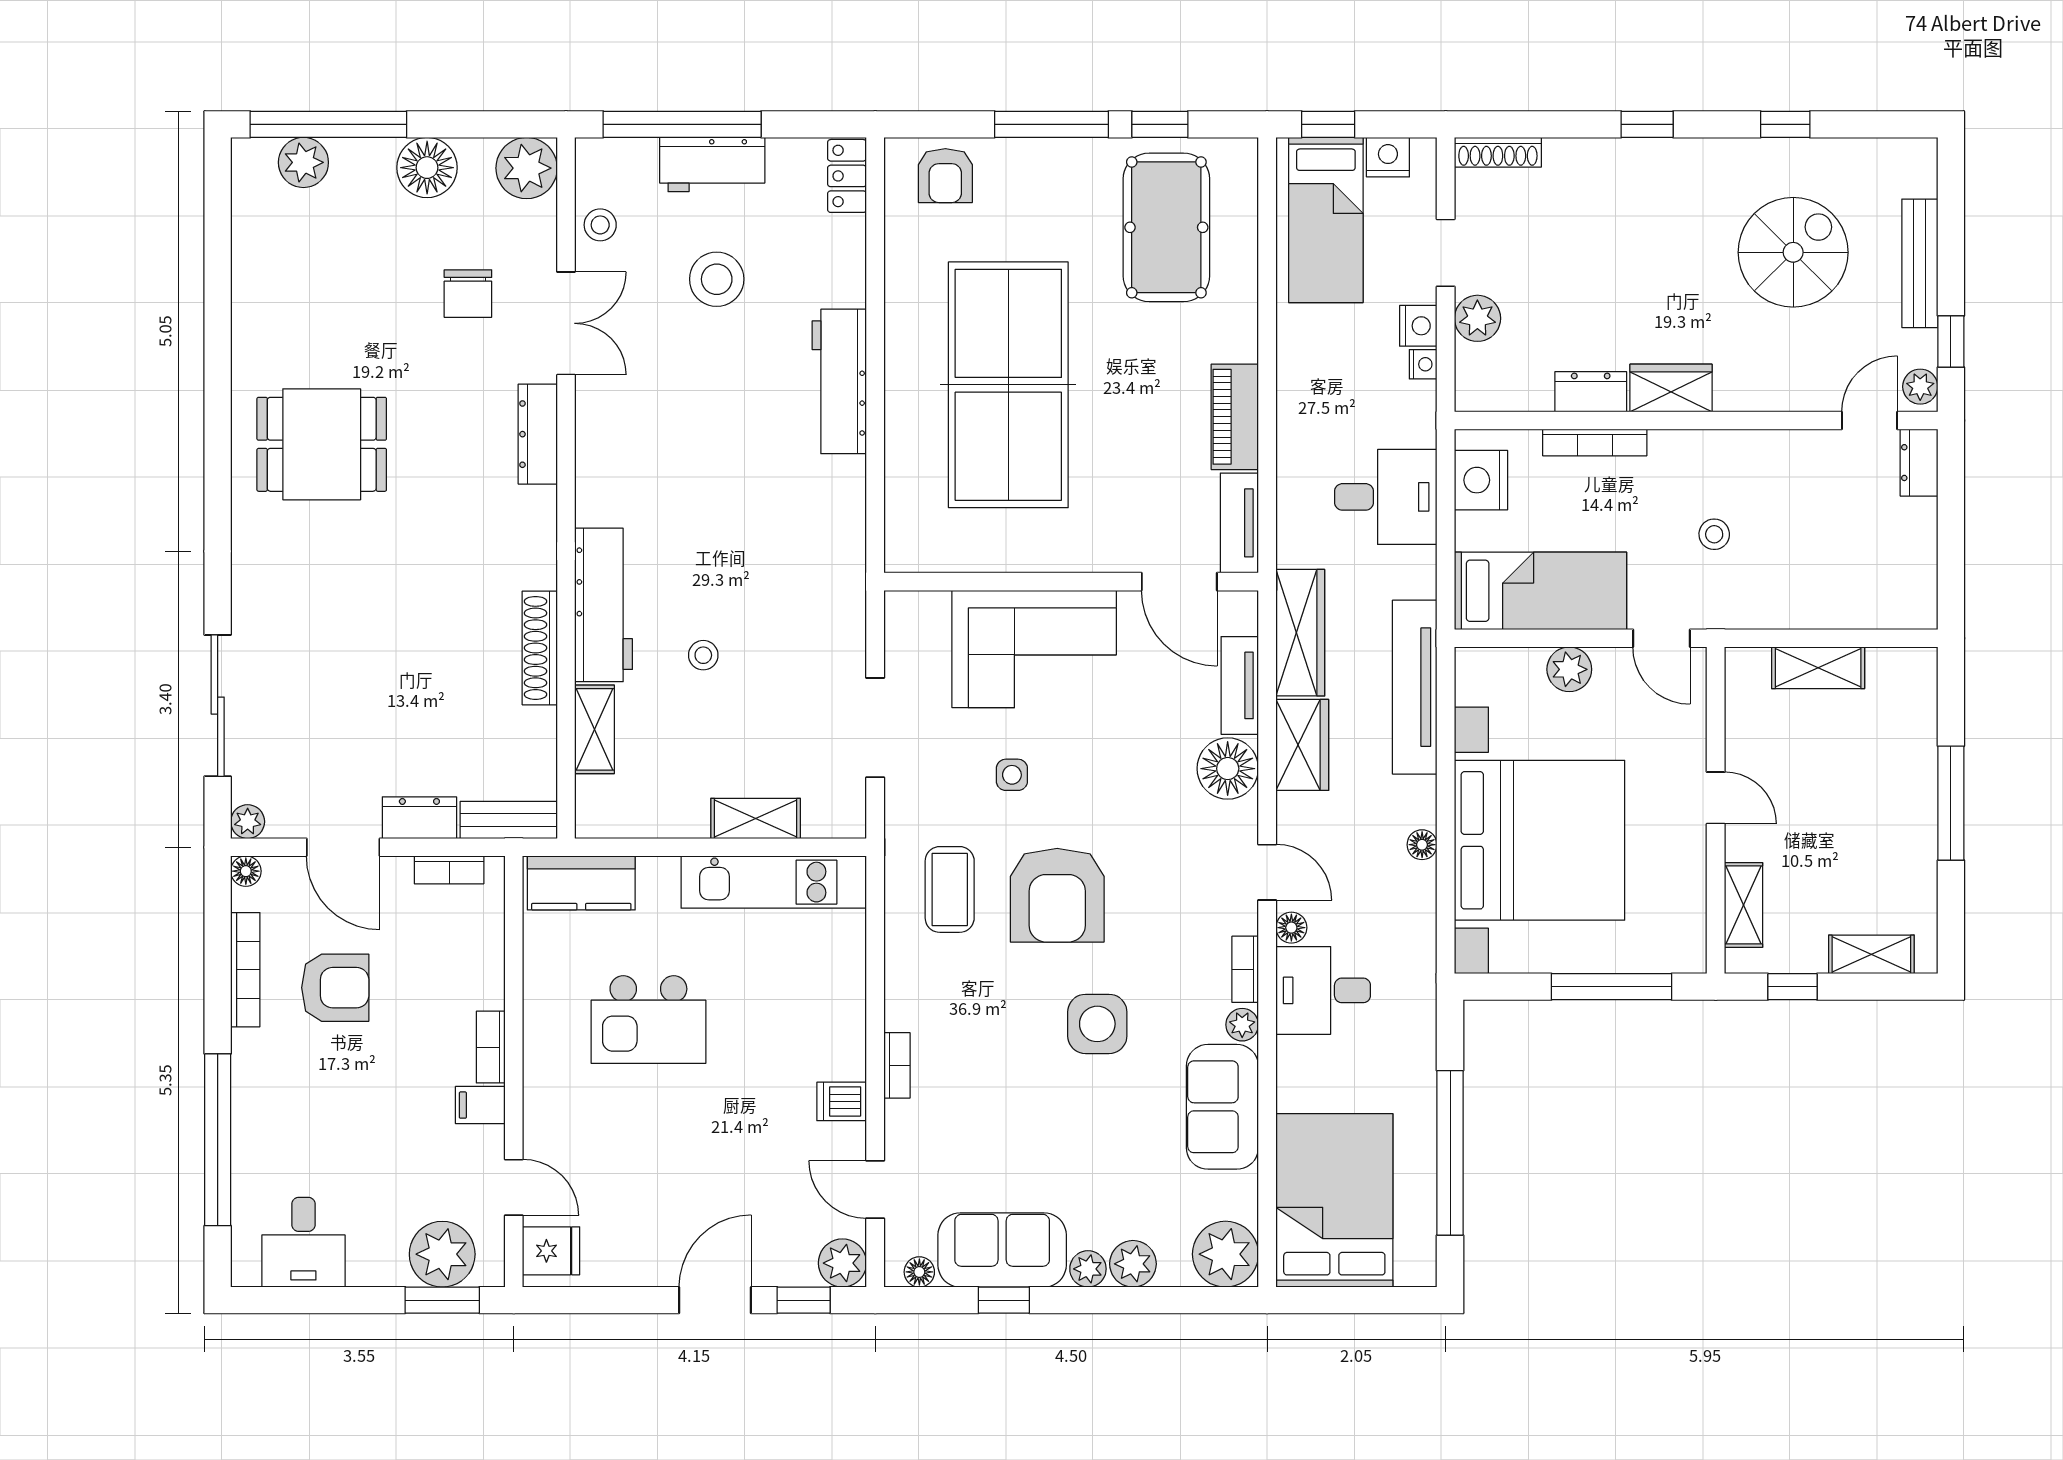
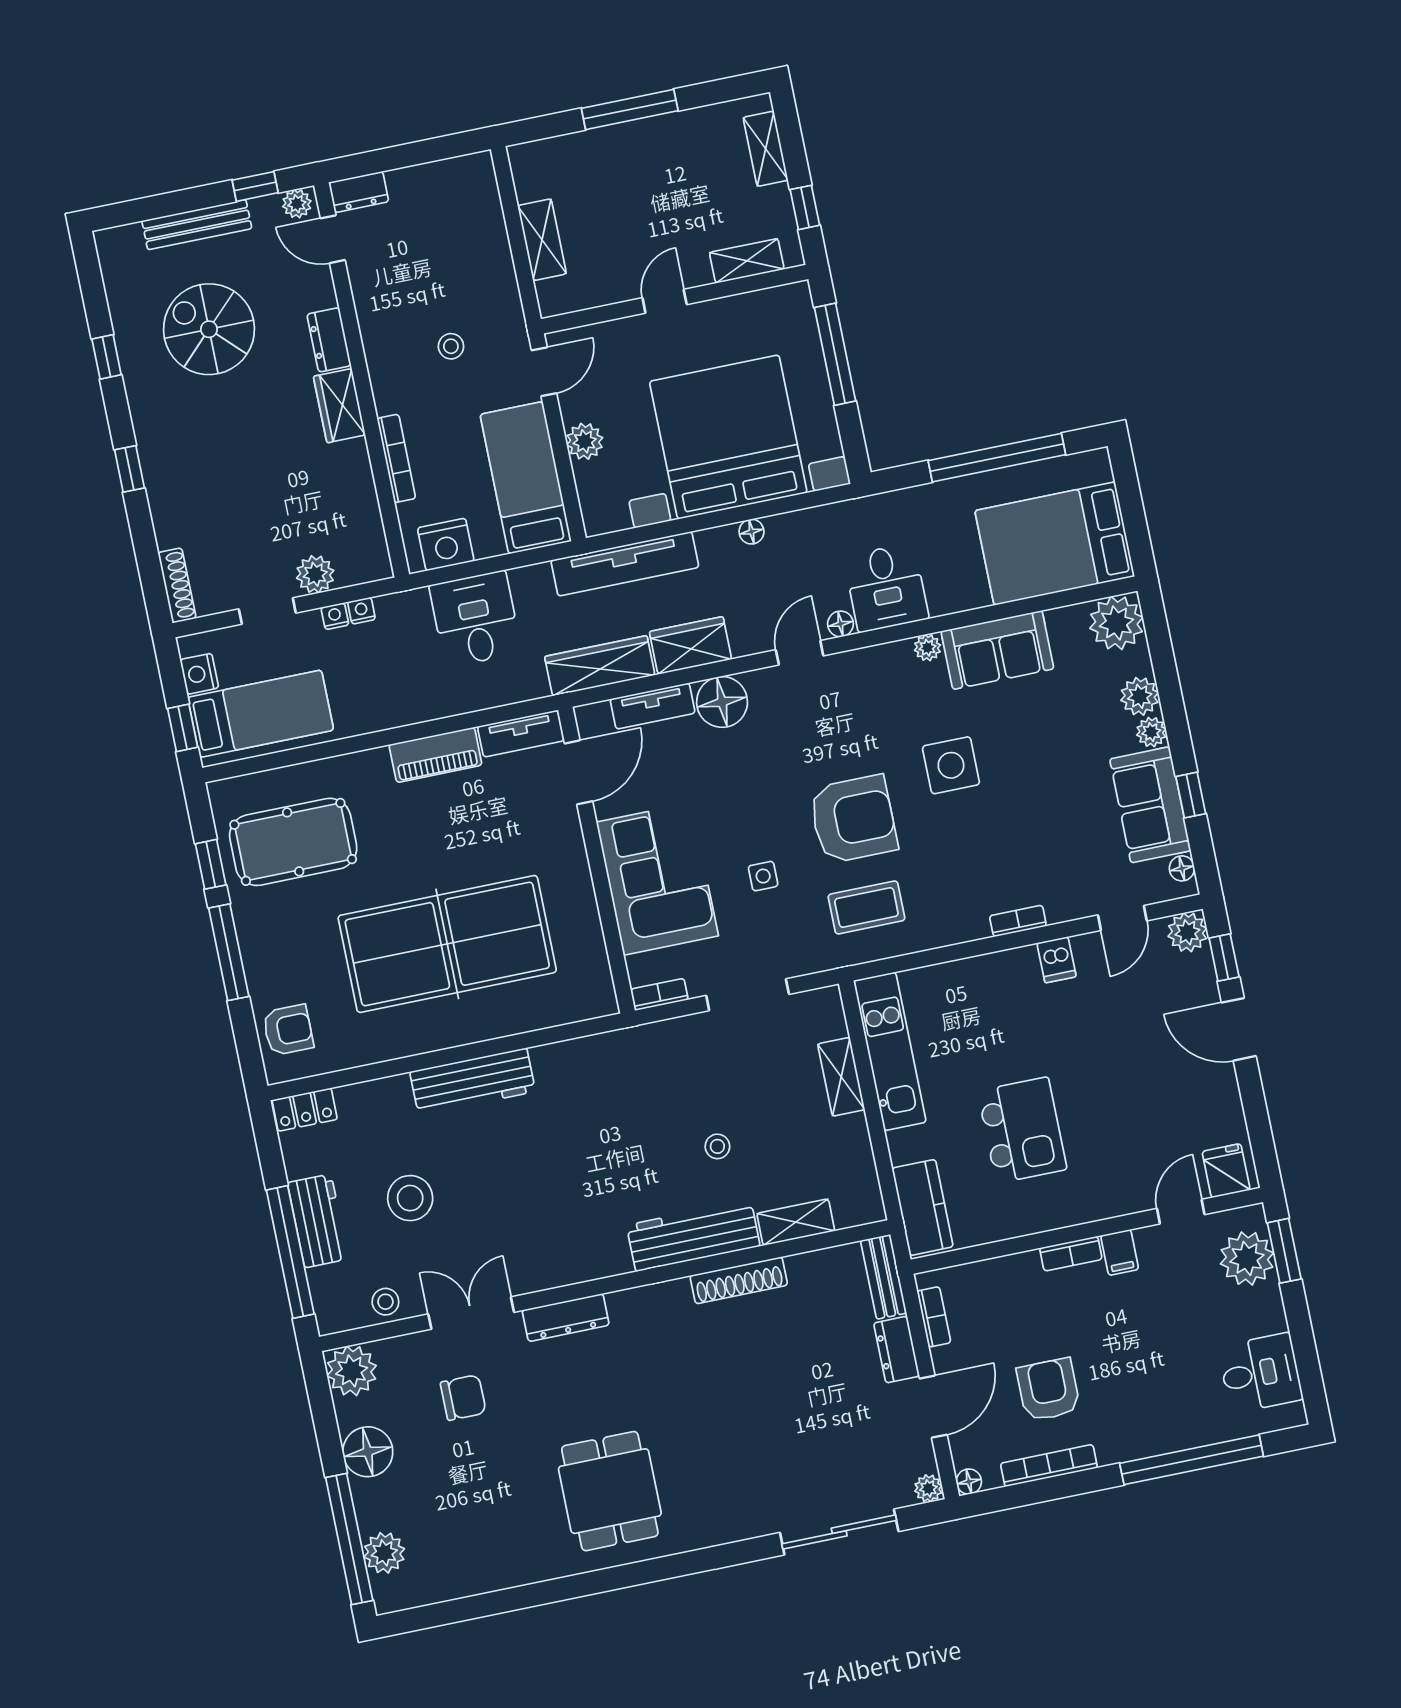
nightstand: (1418, 326) -> (335, 616), width x0.72, depth x0.74
dresser: (1591, 392) -> (329, 340), moved
bookcase: (1245, 969) -> (659, 994), moved, turned 180

